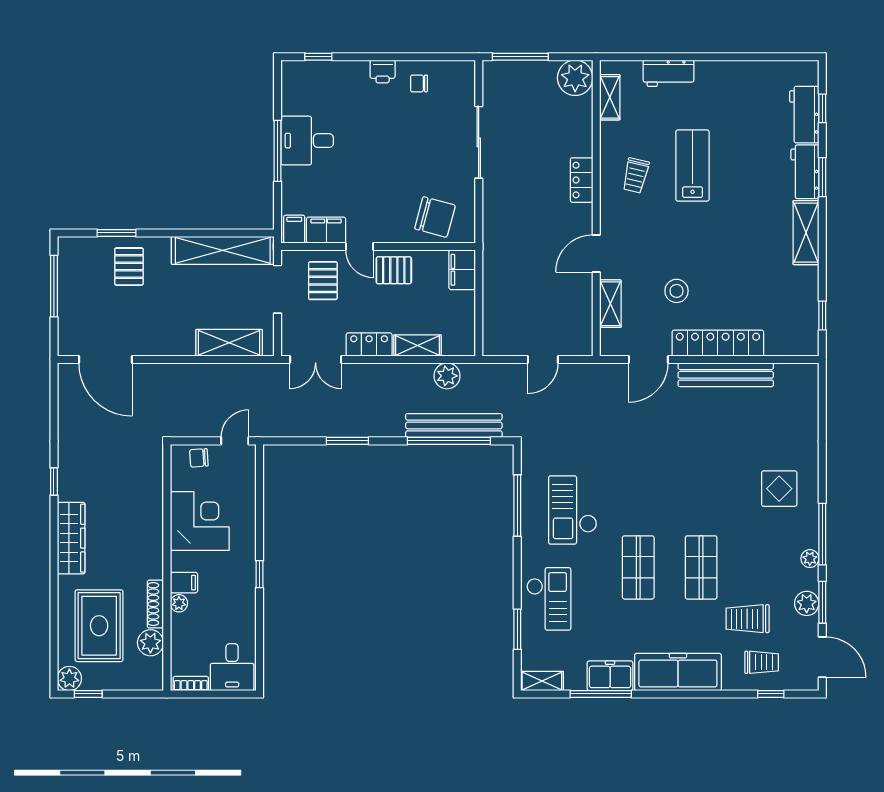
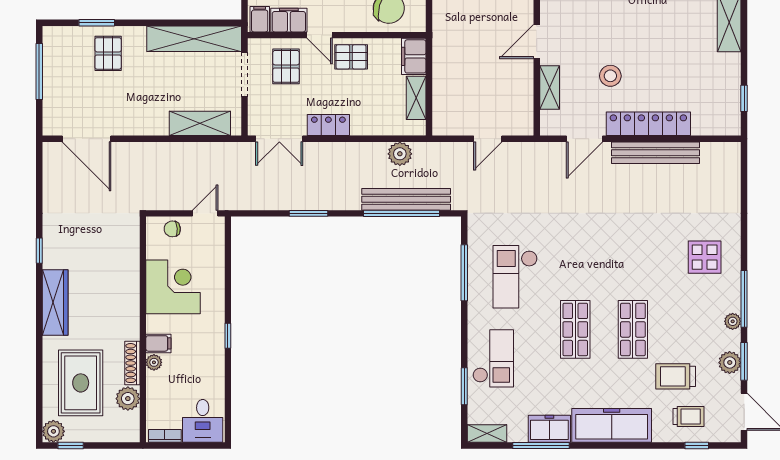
shelving: (418, 345) -> (416, 98), moved, turned 90

